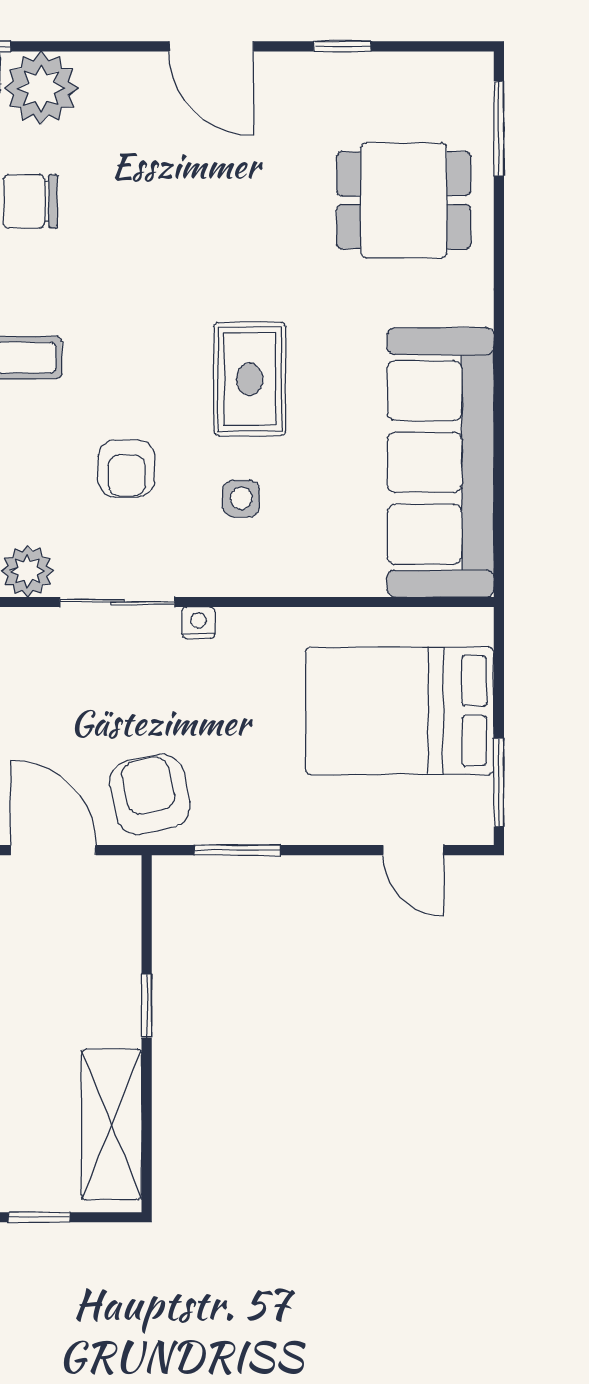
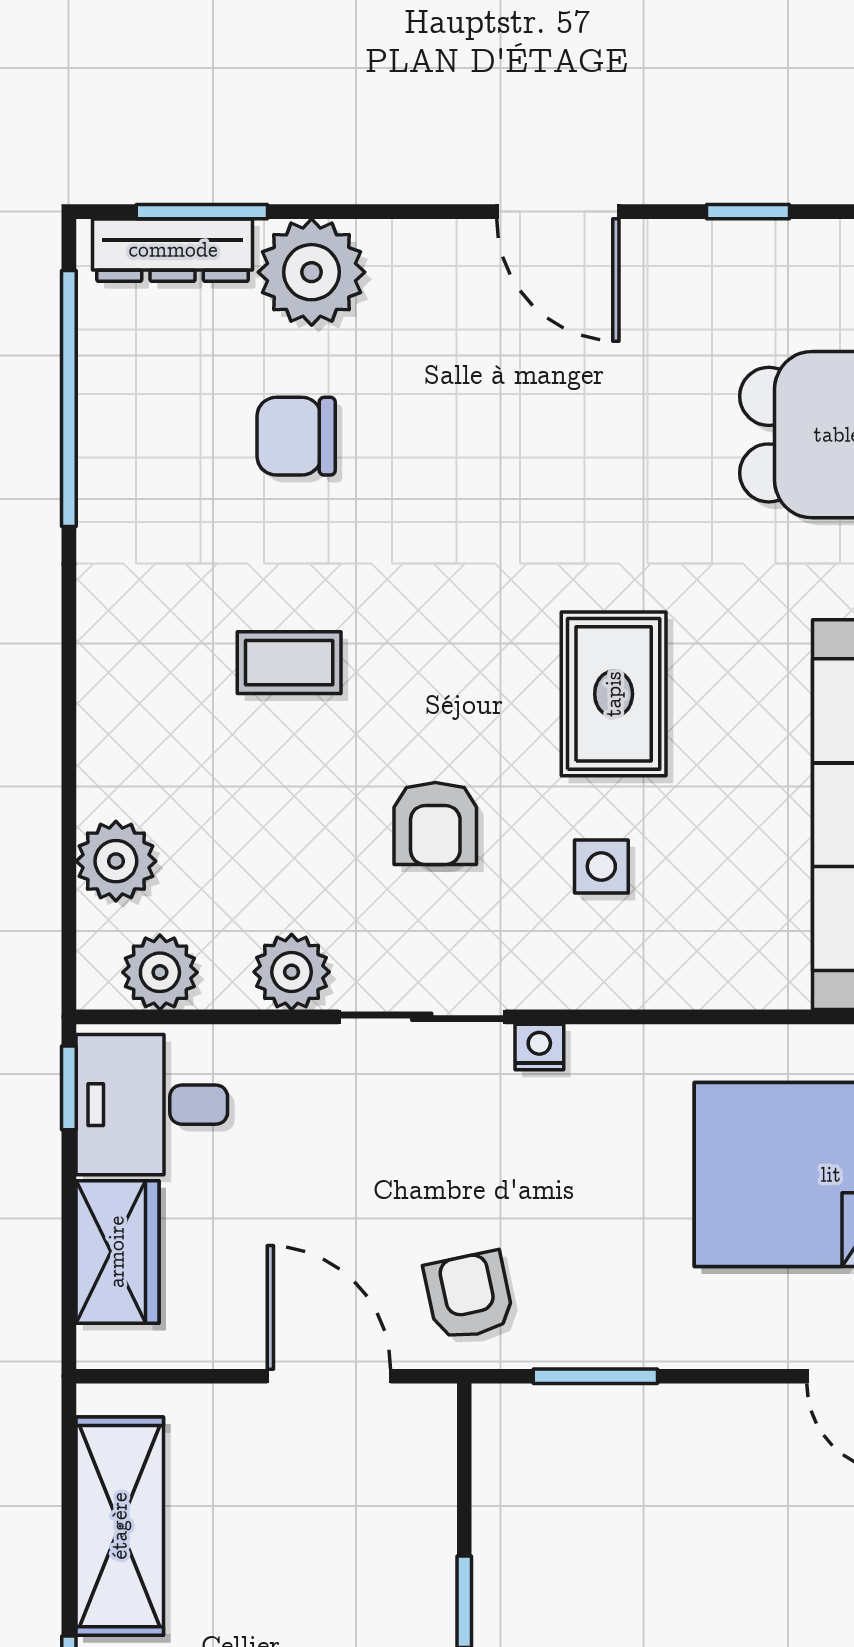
armchair: (150, 794) -> (469, 1296), width x0.72, depth x0.72

